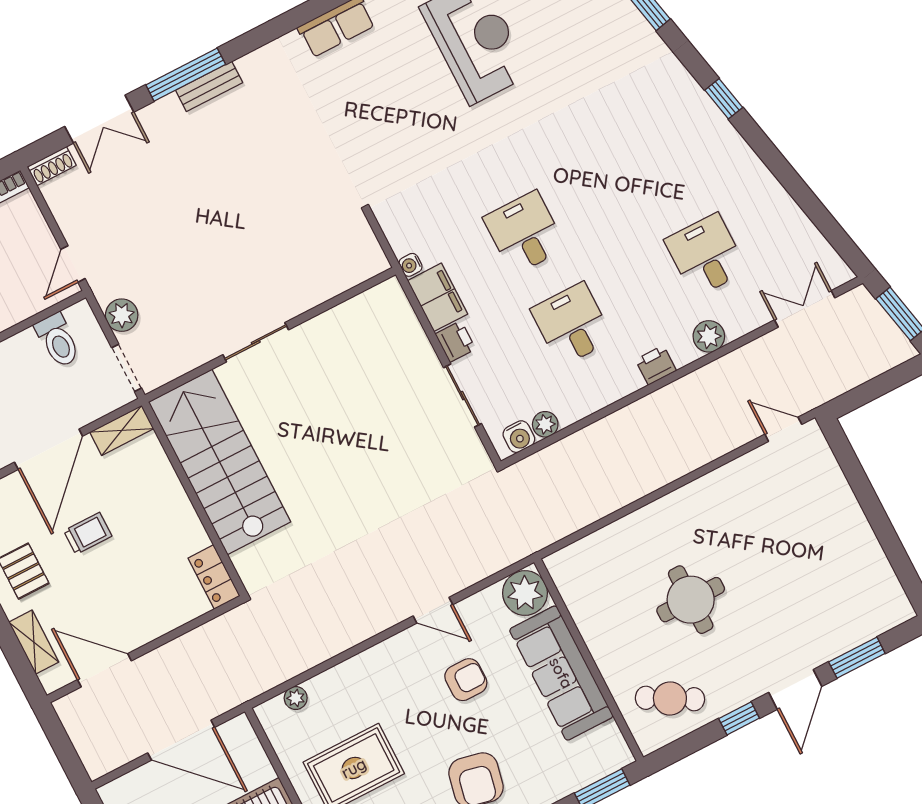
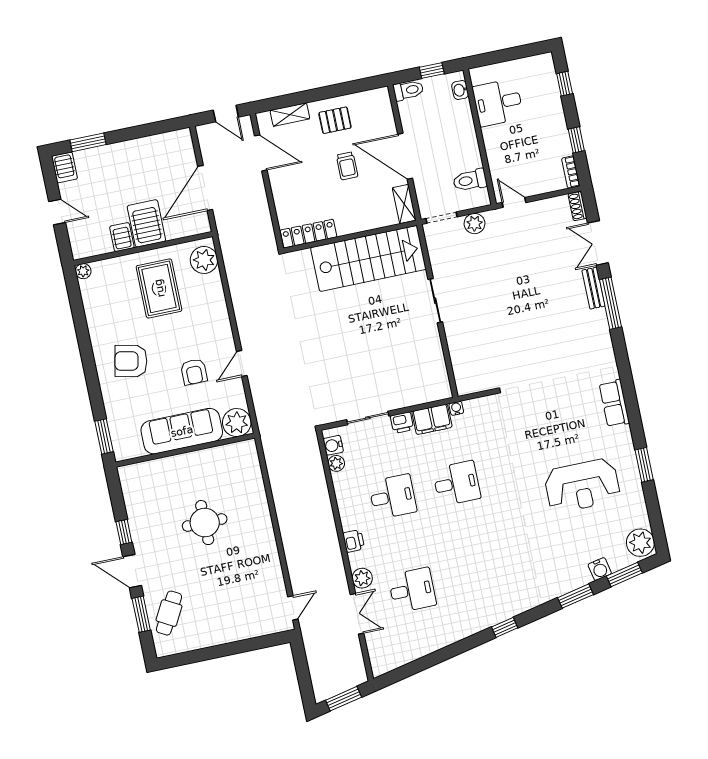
bench: (209, 86) -> (594, 288), moved
double door: (805, 309) -> (357, 614), moved
locker: (214, 577) -> (309, 234), width x1.53
door: (104, 670) -> (261, 153), hinge flipped
plant: (296, 698) -> (204, 260), width x1.87, depth x1.87
cafe table: (670, 698) -> (169, 613), moved
door: (59, 740) -> (226, 114), added

